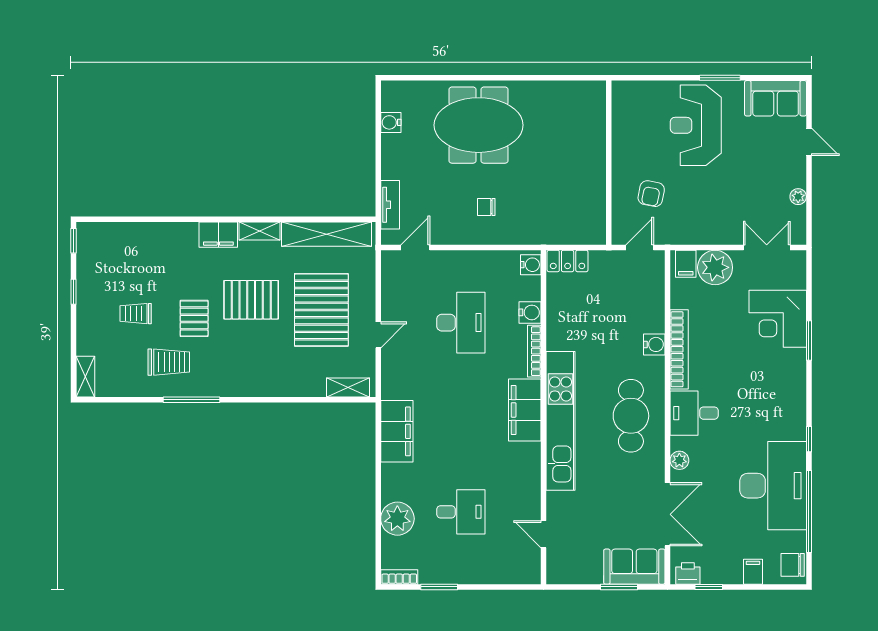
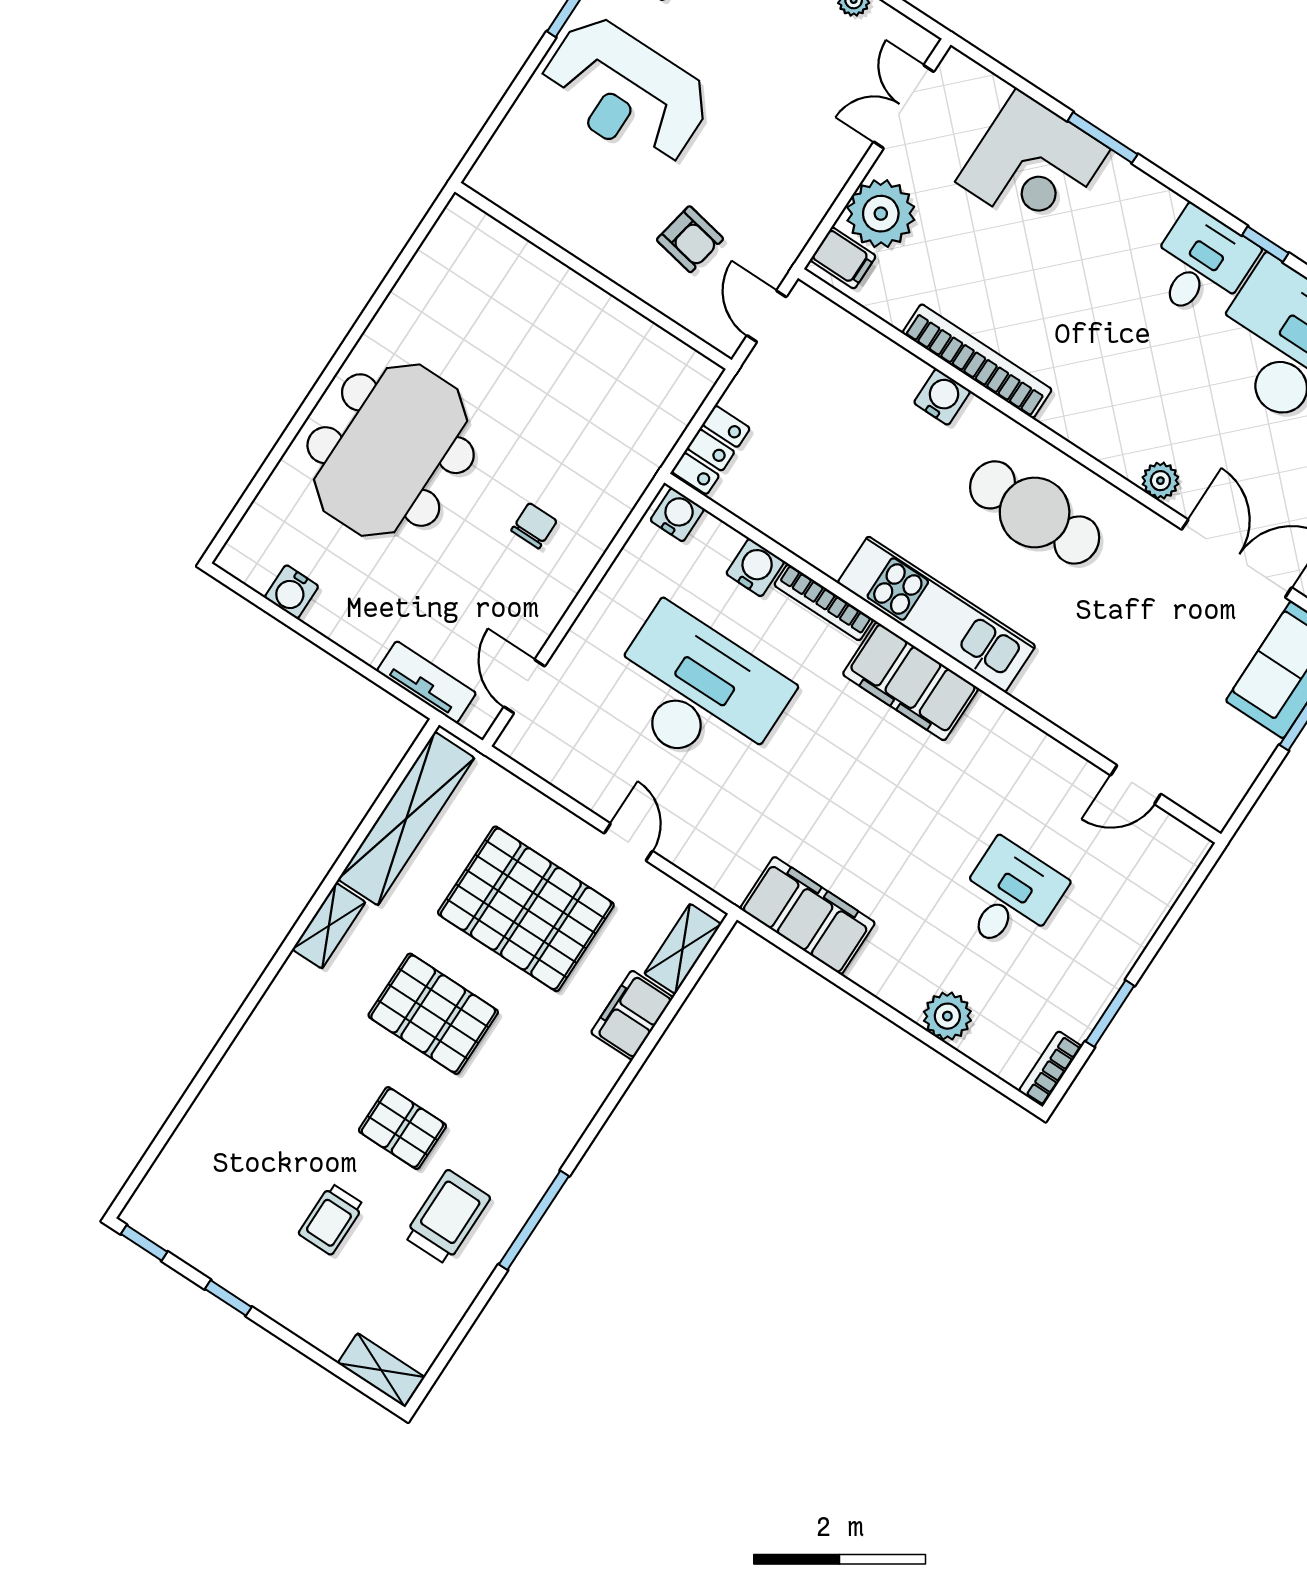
chair: (486, 207) -> (534, 526), turned 180
filing cabinet: (218, 235) -> (632, 1015), moved, turned 180
pallet: (251, 300) -> (433, 1014), turned 90
desk: (461, 323) -> (697, 693), width x1.36, depth x1.30
desk: (694, 413) -> (1201, 264), moved, turned 180
kitchen unit: (560, 421) -> (936, 614), width x0.73
plant: (397, 519) -> (947, 1016), width x0.73, depth x0.73

